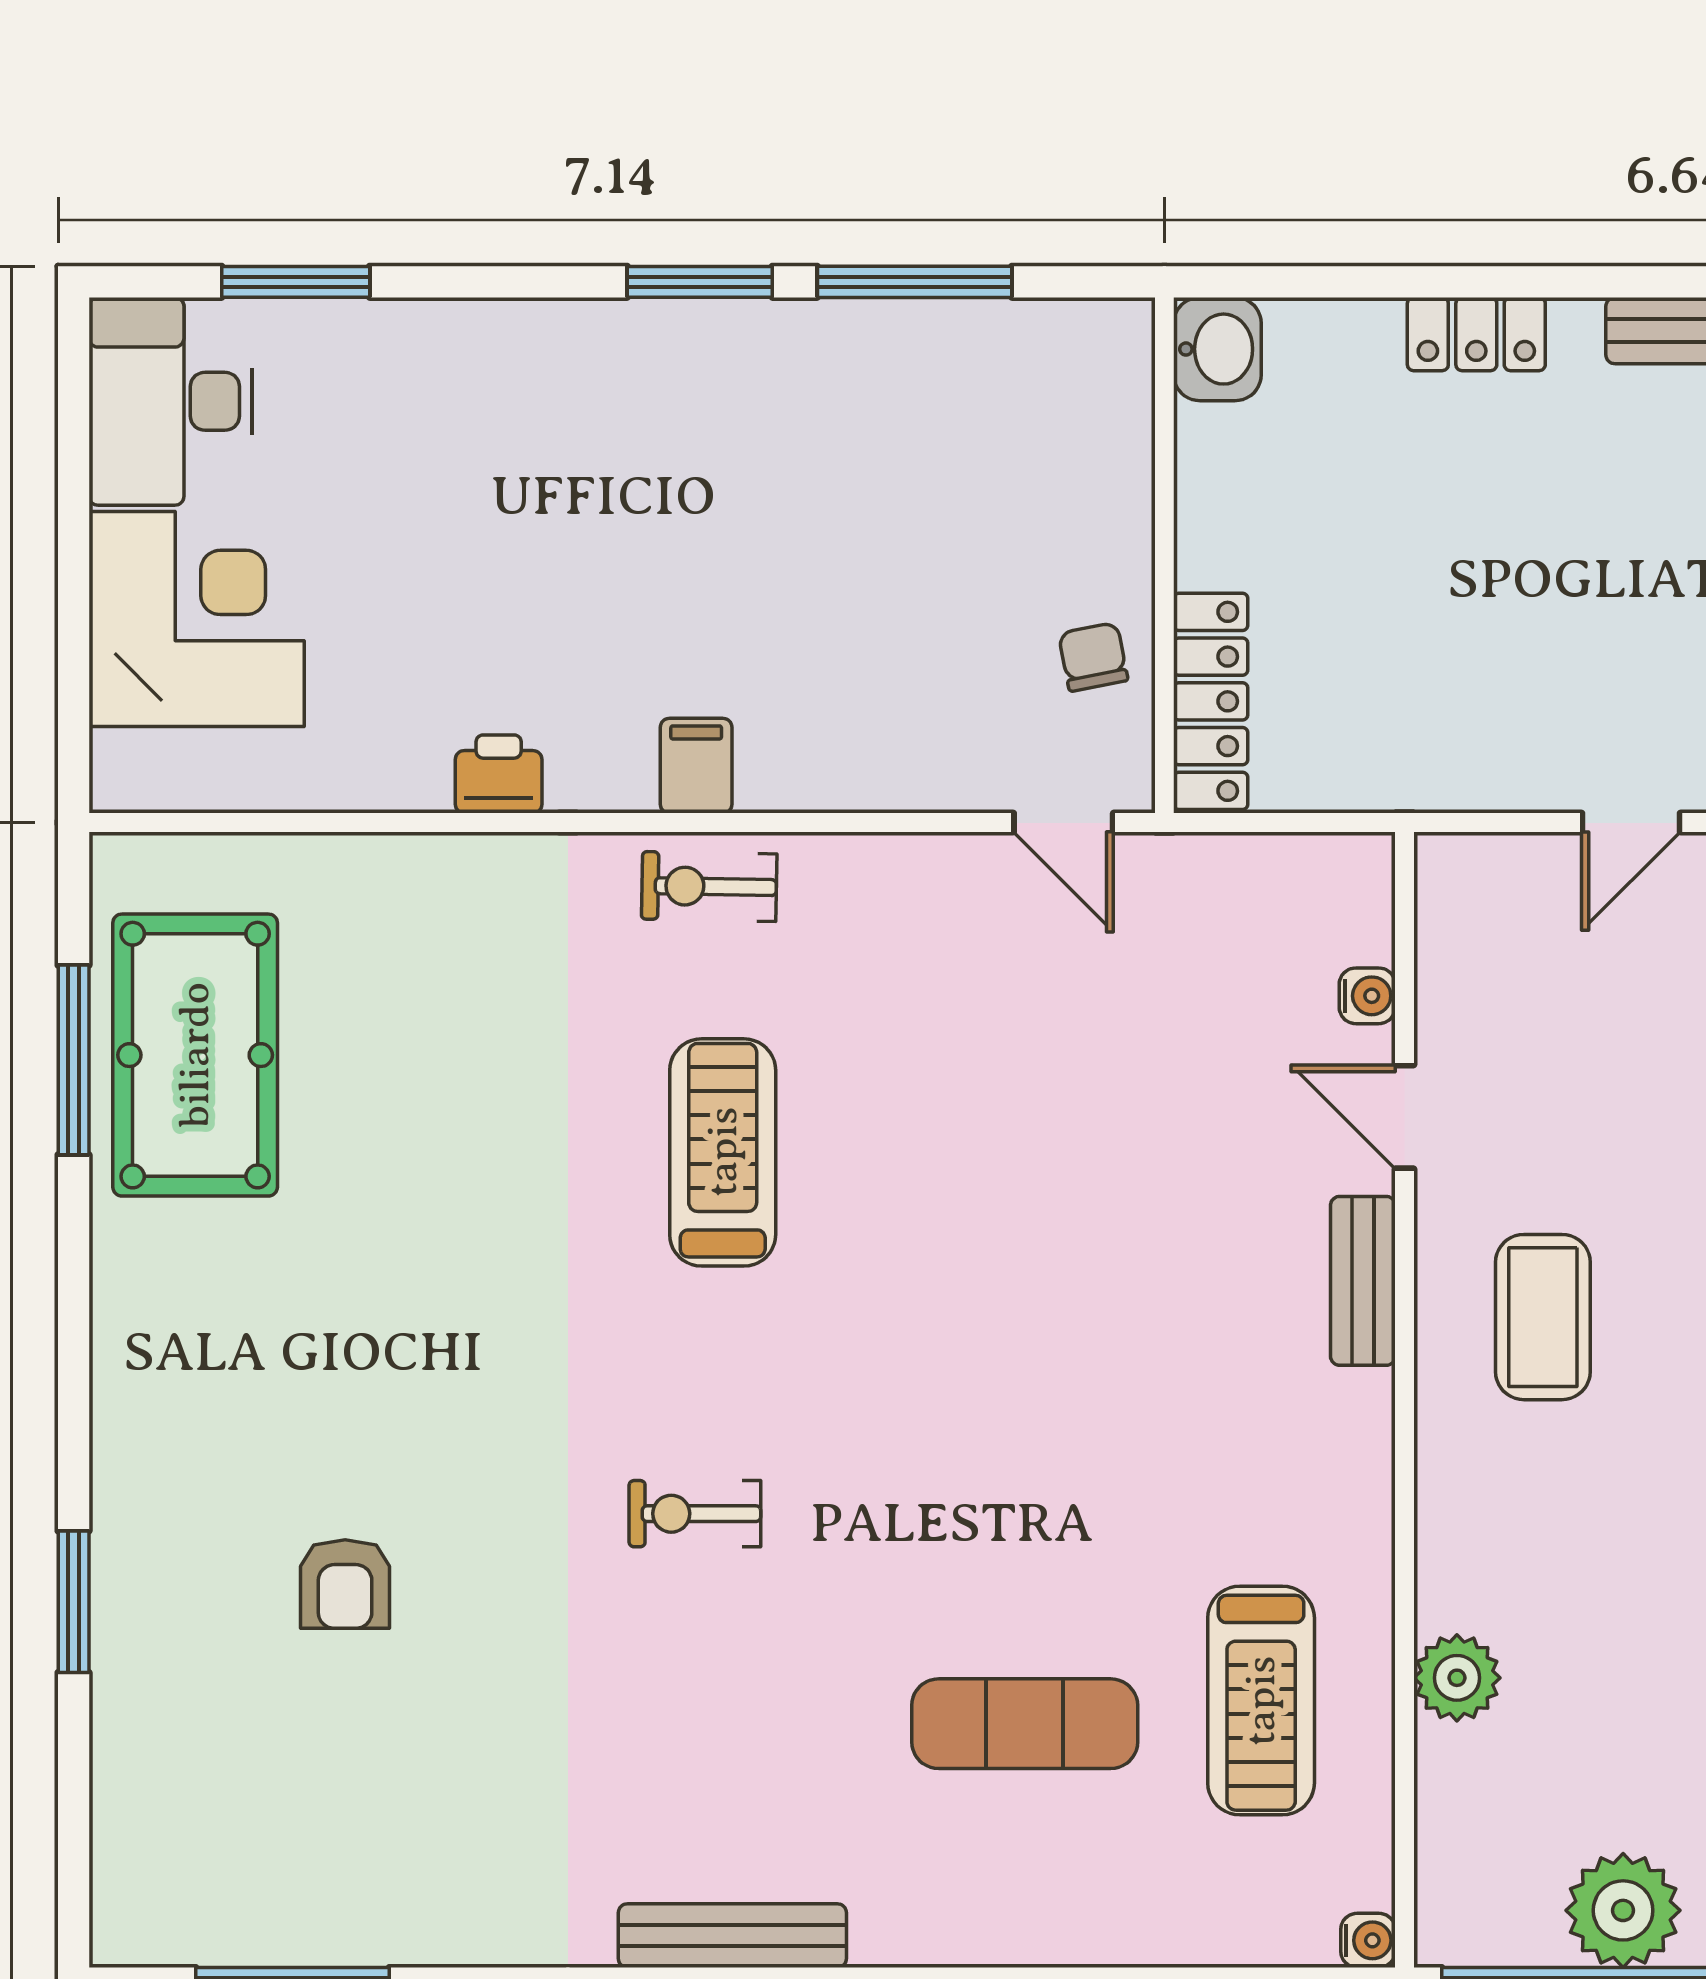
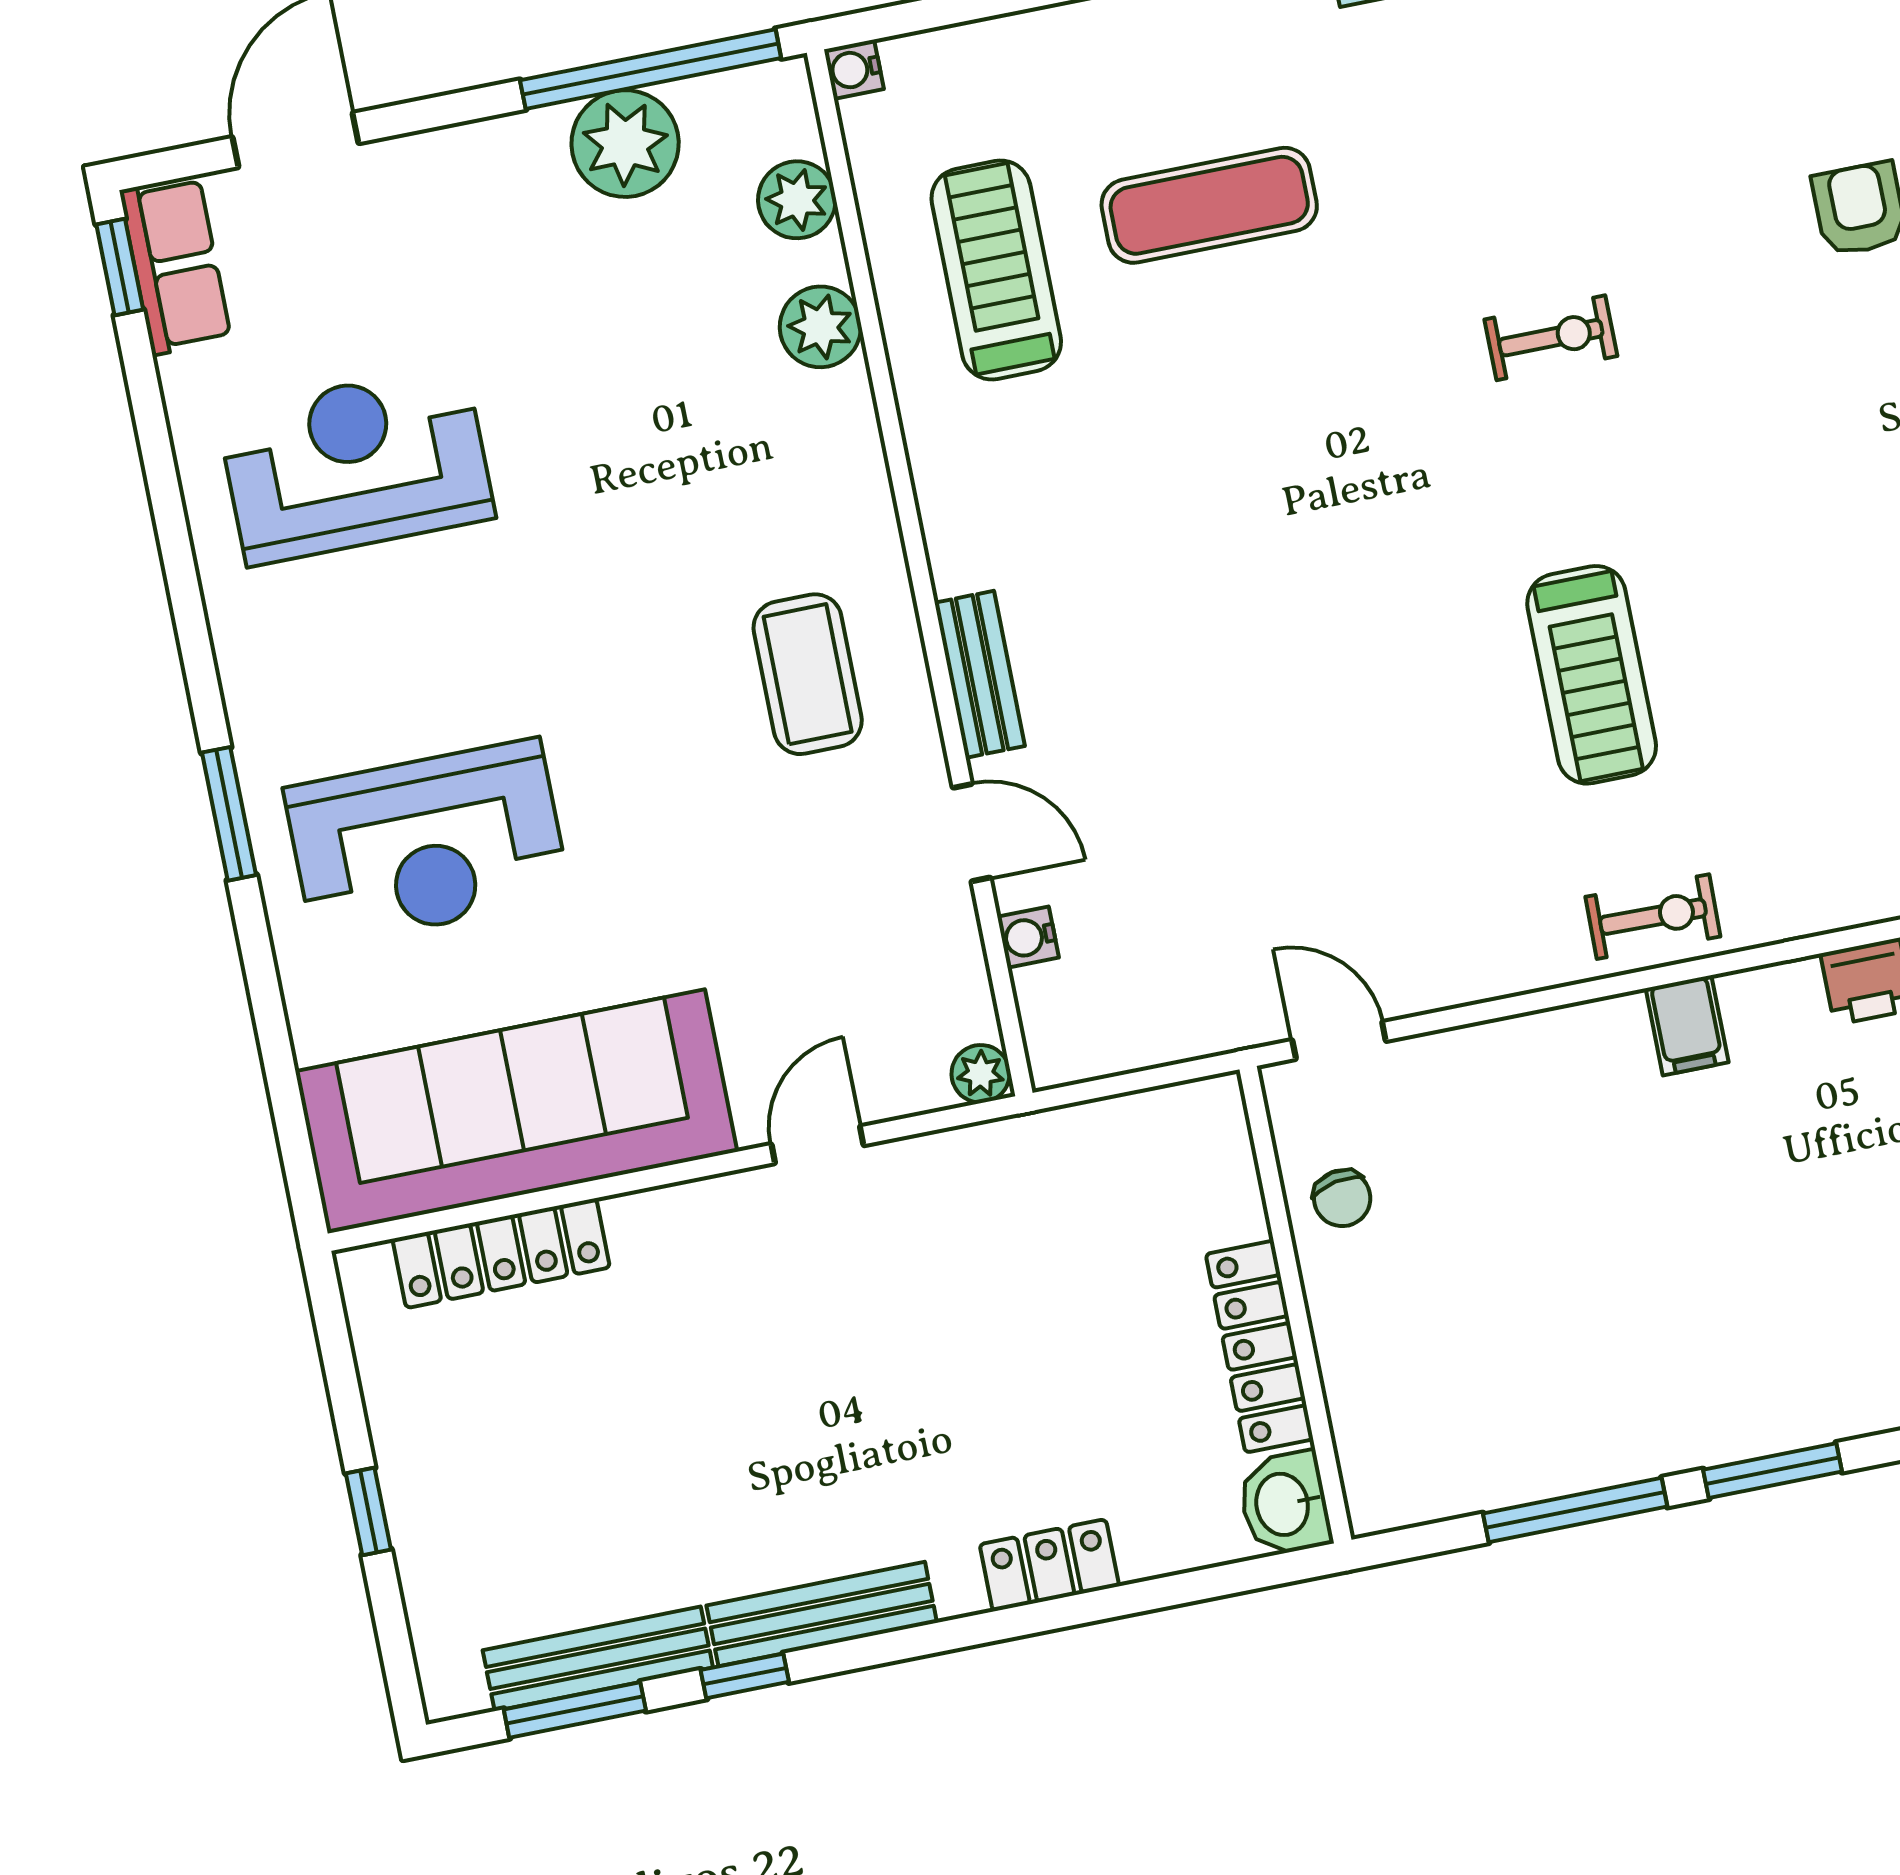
locker: (1211, 701) -> (1260, 1347), moved
plant: (1446, 863) -> (981, 1074), added
plant: (1455, 1816) -> (797, 200), added

